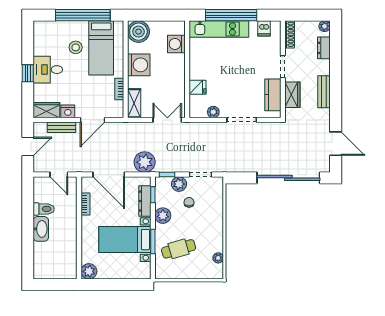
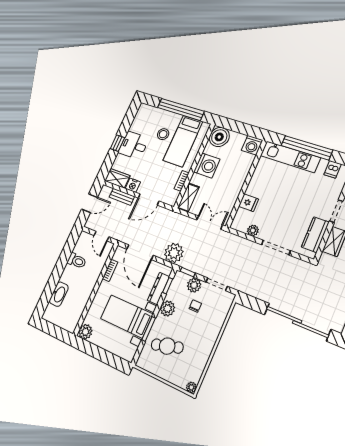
washing machine: (176, 44) -> (252, 145), moved, turned -90
washbasin: (41, 229) -> (59, 294), moved
plant: (218, 258) -> (191, 387), moved

